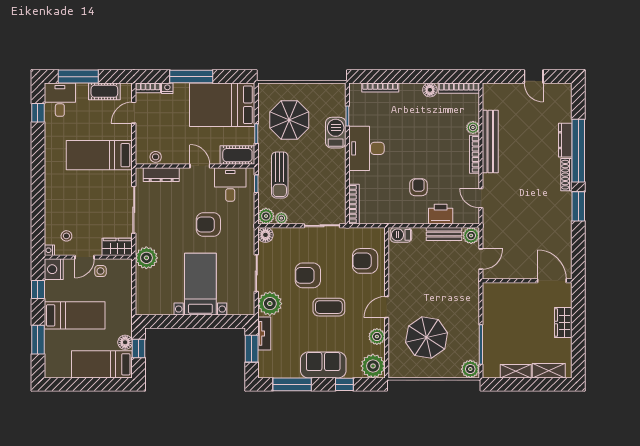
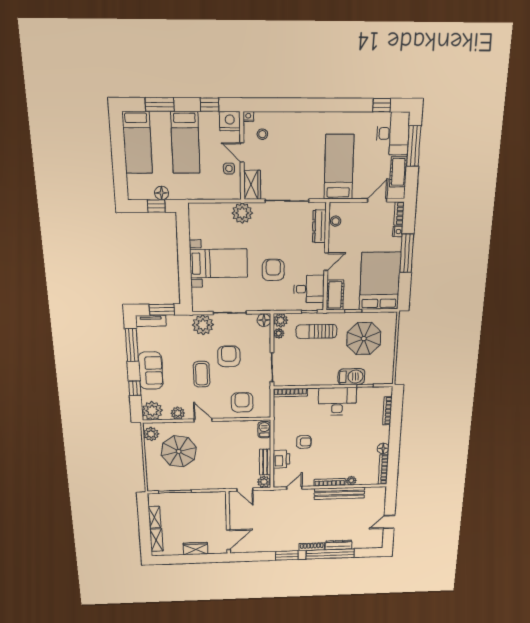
desk: (60, 100) -> (393, 133), width x1.37
door: (134, 113) -> (377, 200), hinge flipped
tv unit: (264, 333) -> (151, 321), moved
bed: (102, 364) -> (137, 143), moved, turned 180
plant: (470, 369) -> (151, 434), moved

